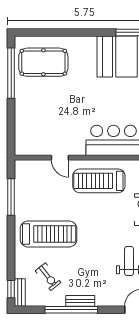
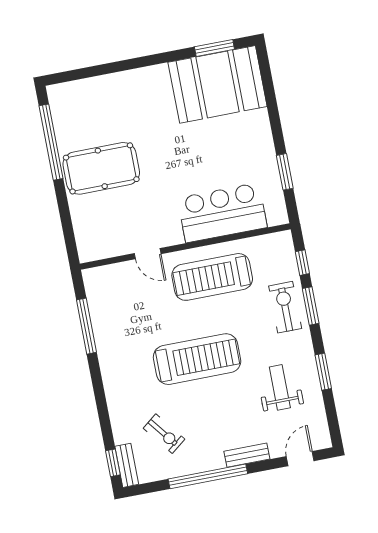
pool table: (43, 62) -> (101, 168), moved
treadmill: (48, 234) -> (197, 359), moved
bench: (80, 301) -> (247, 455), moved

